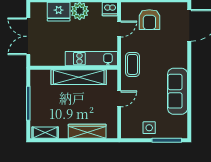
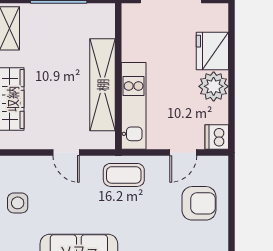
armchair: (149, 20) -> (199, 203), turned 180
door: (119, 29) -> (183, 153), hinge flipped

